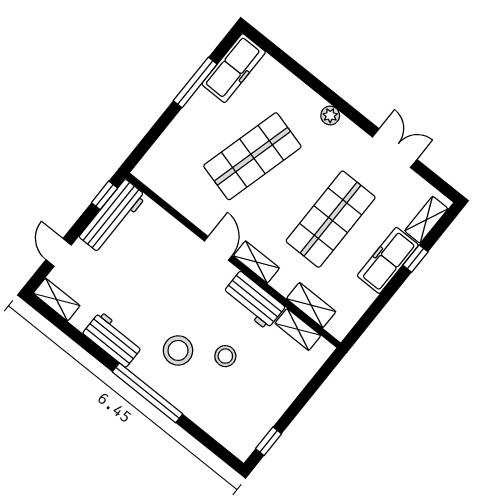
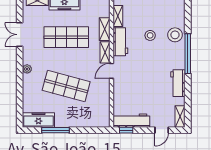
shelving: (311, 305) -> (105, 29), moved
stool: (178, 350) -> (175, 35), moved

